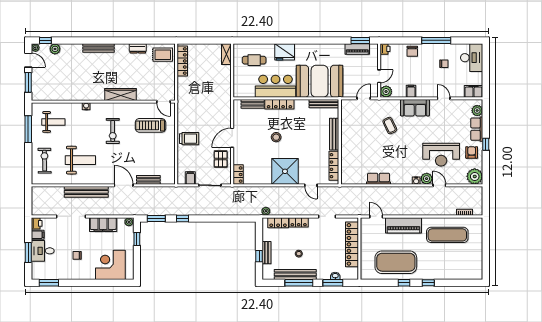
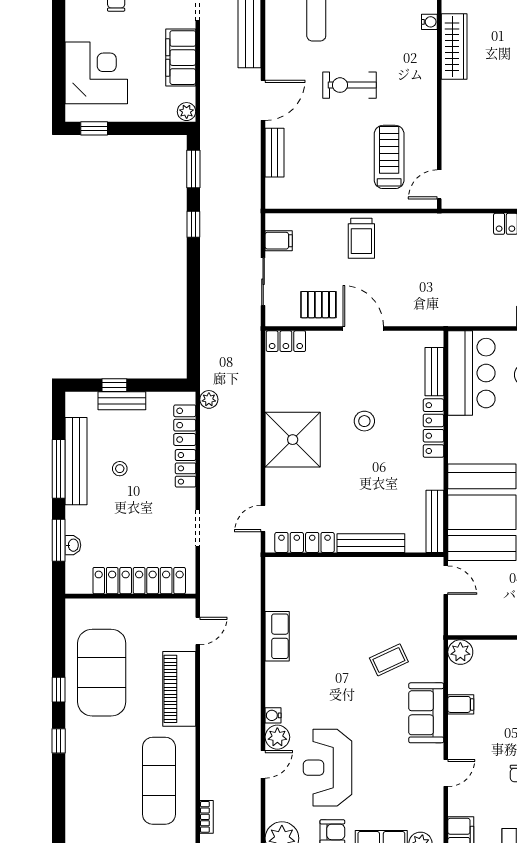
door: (379, 76) -> (492, 637), removed
bar counter: (275, 86) -> (471, 373), moved
wardrobe: (120, 94) -> (454, 47), moved
door: (364, 98) -> (446, 580), moved
exercise bike: (113, 131) -> (350, 85), moved
door: (311, 185) -> (263, 518), moved
window: (137, 239) -> (94, 128), moved

